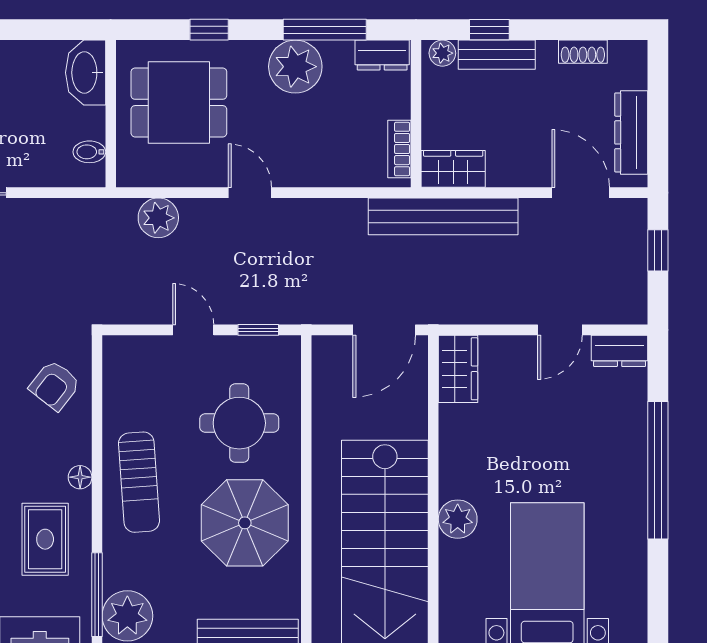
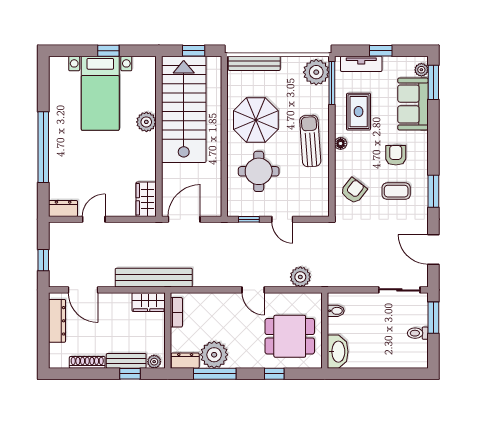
shoe rack: (583, 52) -> (87, 362), width x1.43
plant: (295, 67) -> (214, 355), moved

